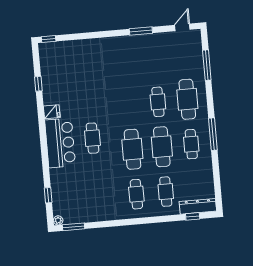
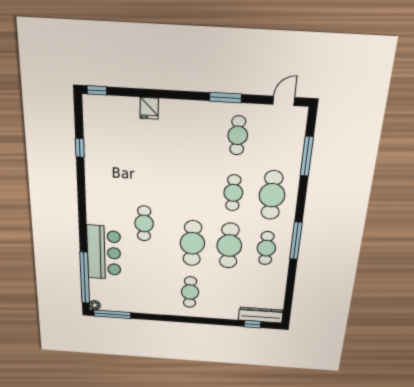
fridge: (52, 112) -> (149, 108), moved, turned 90
bar counter: (60, 143) -> (104, 253), moved
cafe table: (166, 192) -> (238, 135), moved
window: (48, 195) -> (85, 278), width x3.17
window: (74, 227) -> (112, 314), width x1.44

